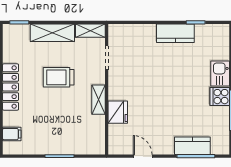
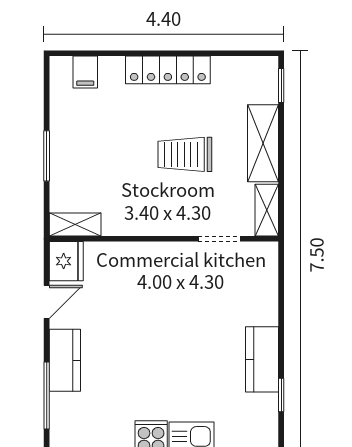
trolley: (59, 77) -> (185, 154), turned -90
shelving: (98, 100) -> (75, 224), moved
fridge: (118, 112) -> (66, 261), moved, turned -90
kitchen counter: (192, 146) -> (65, 360), moved

